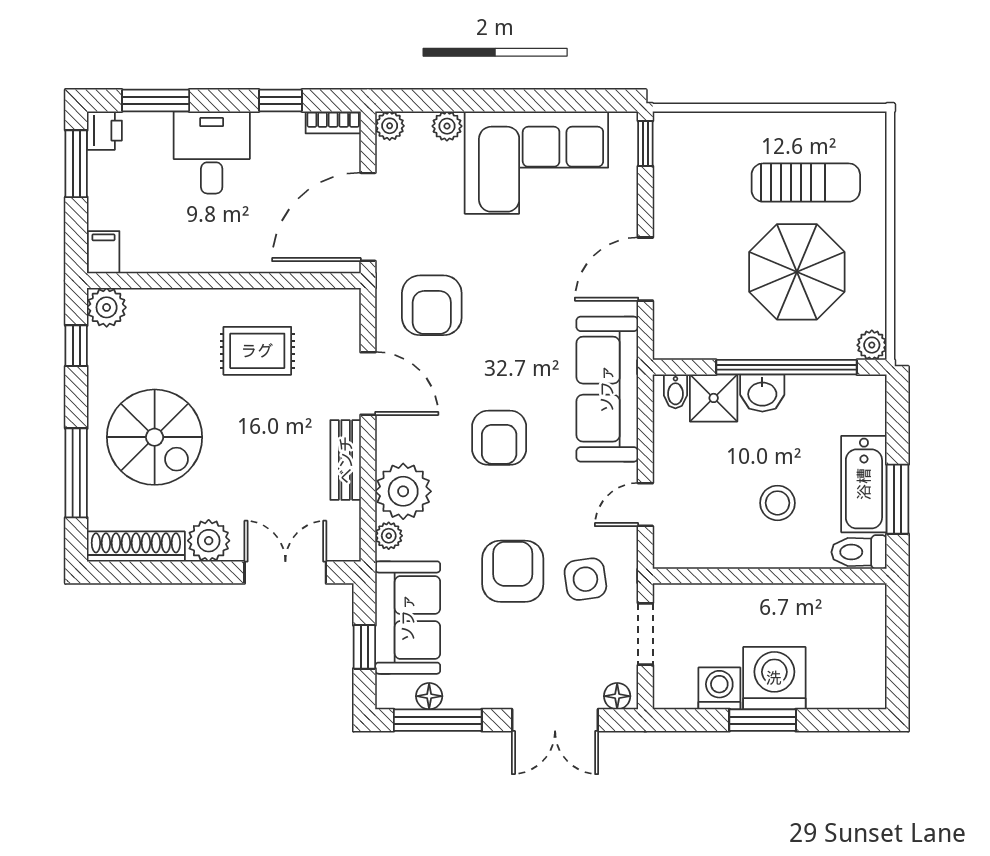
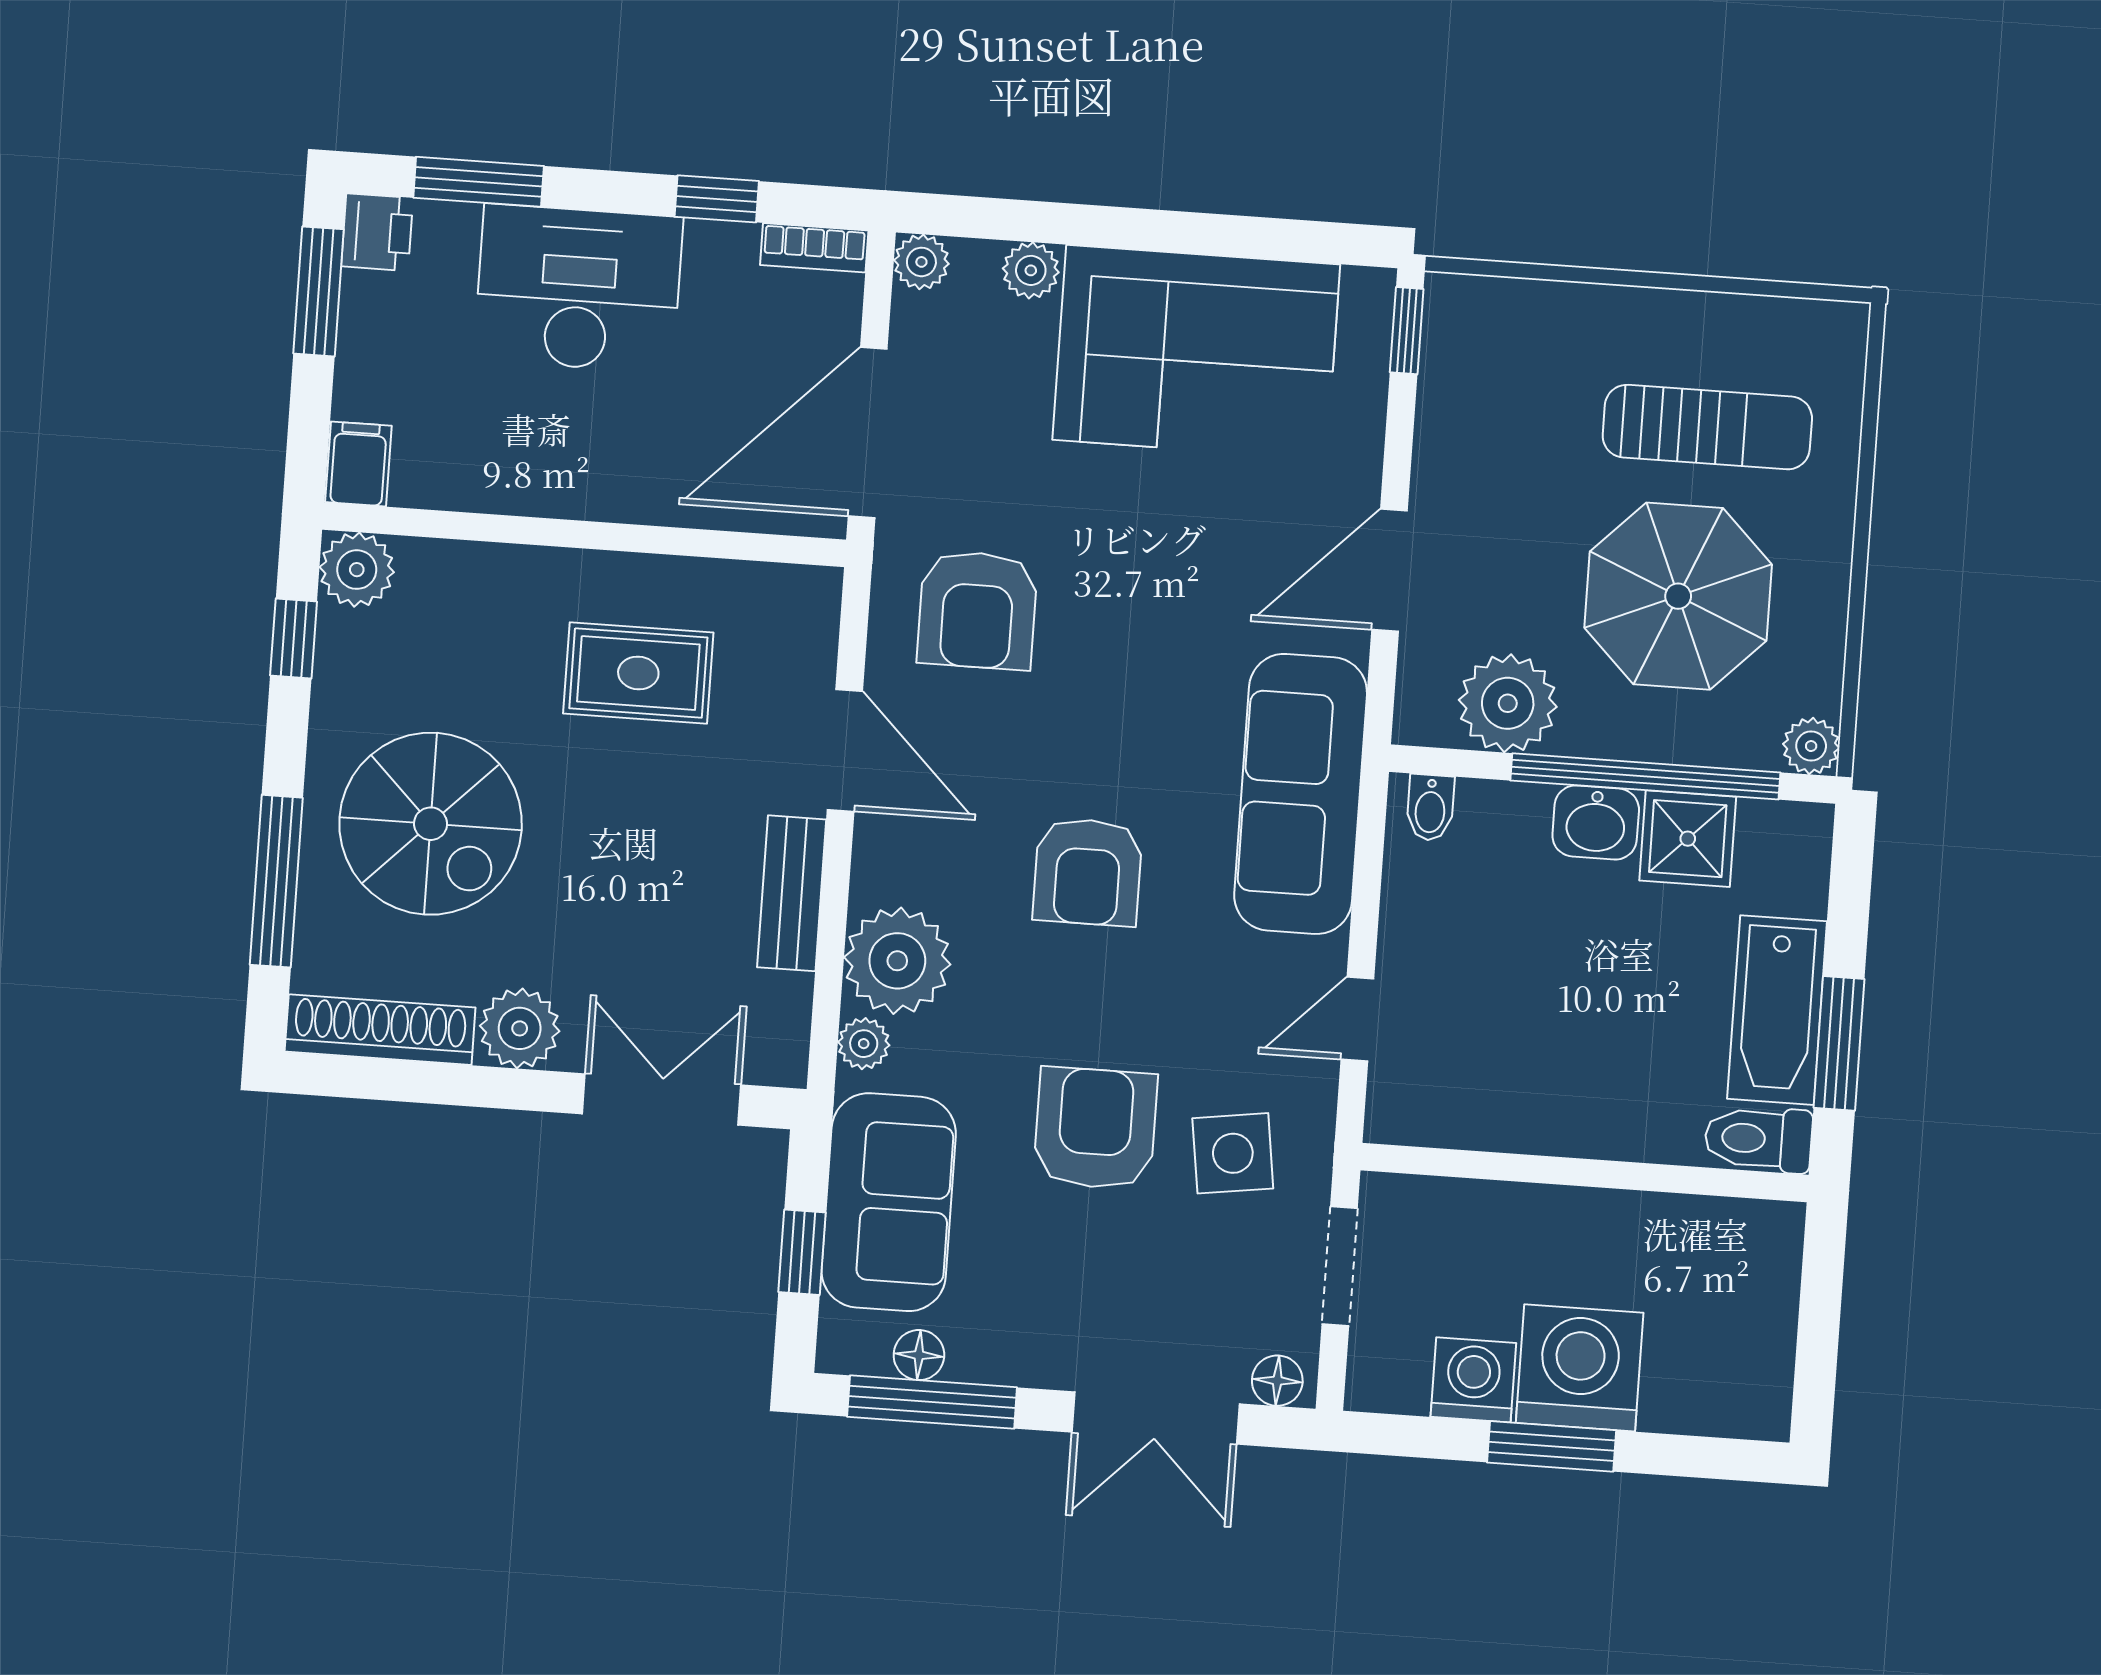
desk: (212, 152) -> (578, 288), width x1.37
plant: (712, 334) -> (1508, 703), added
shower: (714, 398) -> (1688, 839), moved
stool: (777, 503) -> (1610, 1034), removed

